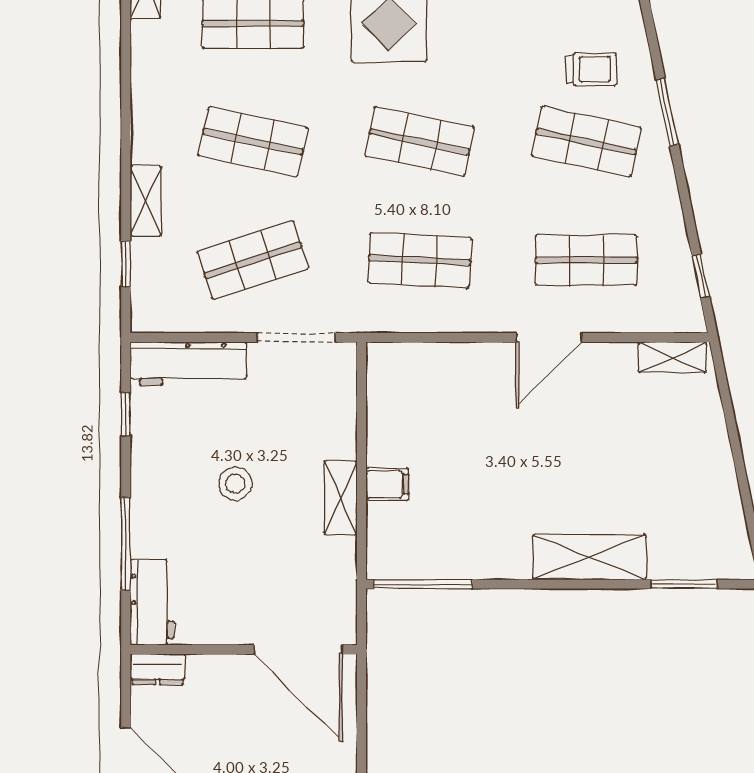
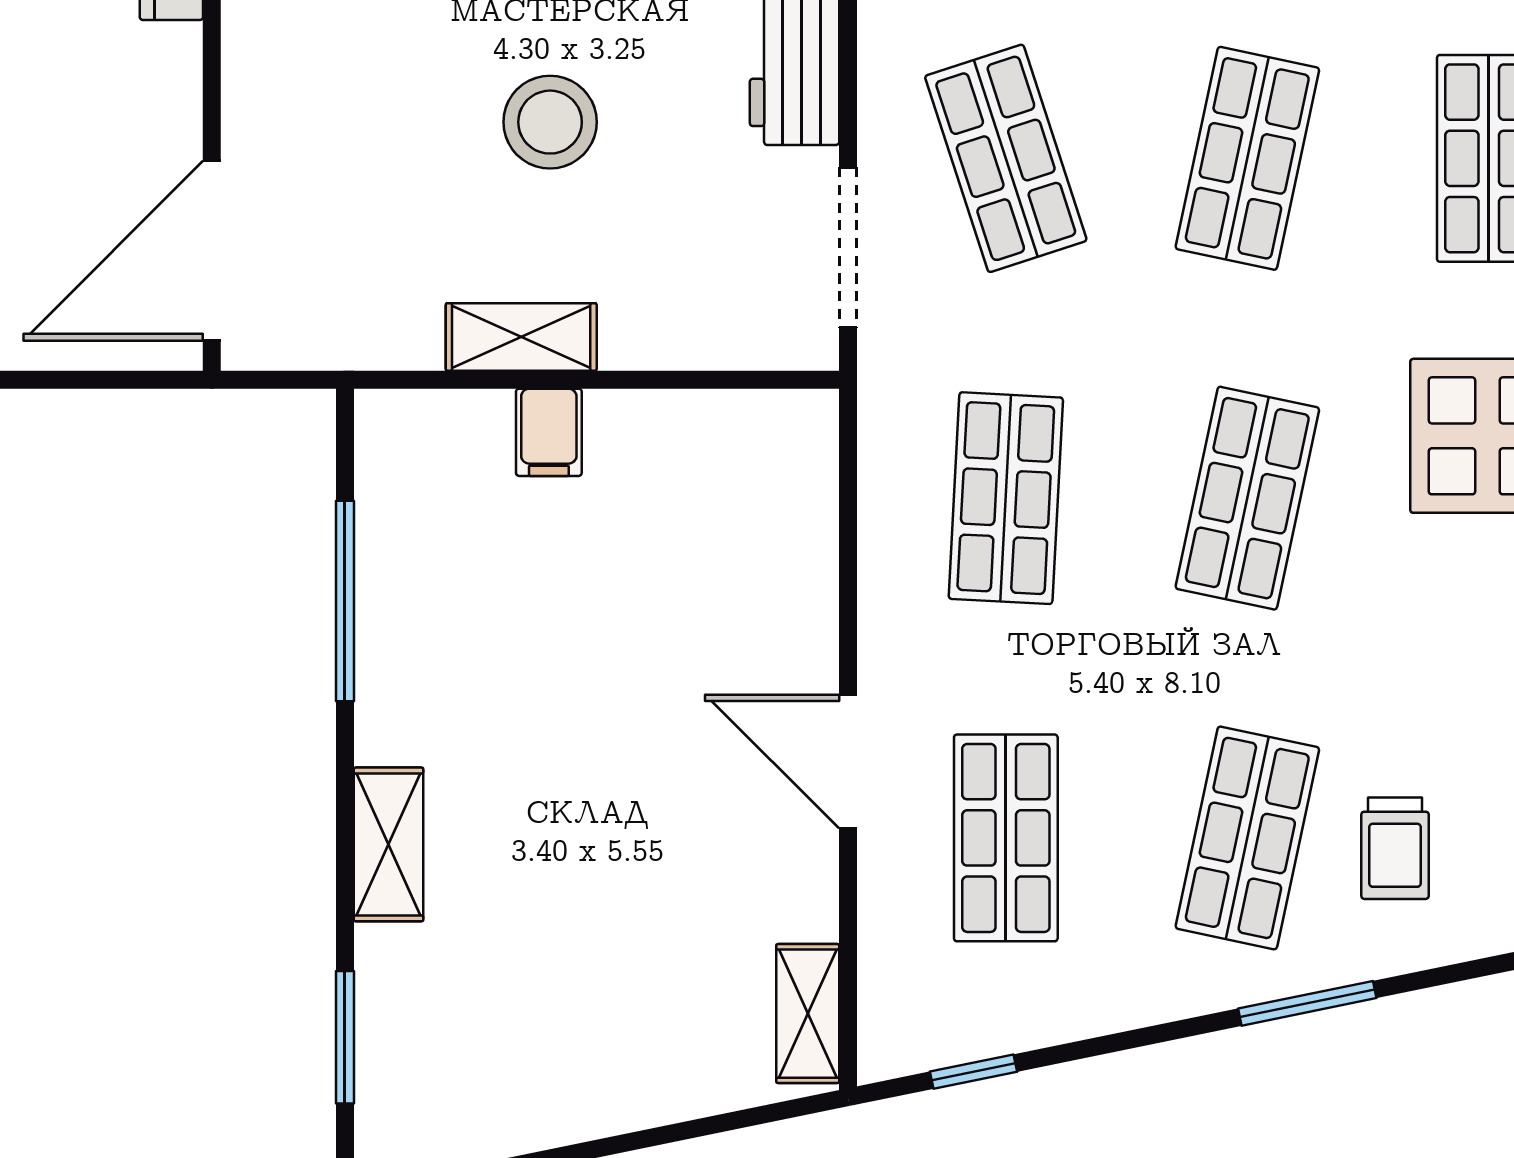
stool: (235, 484) -> (550, 122), width x1.38, depth x1.38
shelving: (589, 557) -> (389, 844), width x0.67, depth x0.75
window: (423, 584) -> (345, 601), moved

